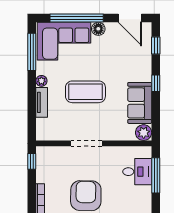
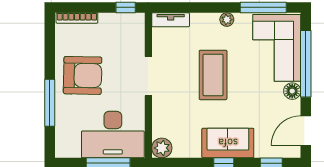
tv unit: (42, 102) -> (171, 20), moved
sofa: (140, 103) -> (228, 143), moved
desk: (137, 172) -> (113, 135), width x1.87, depth x1.30

